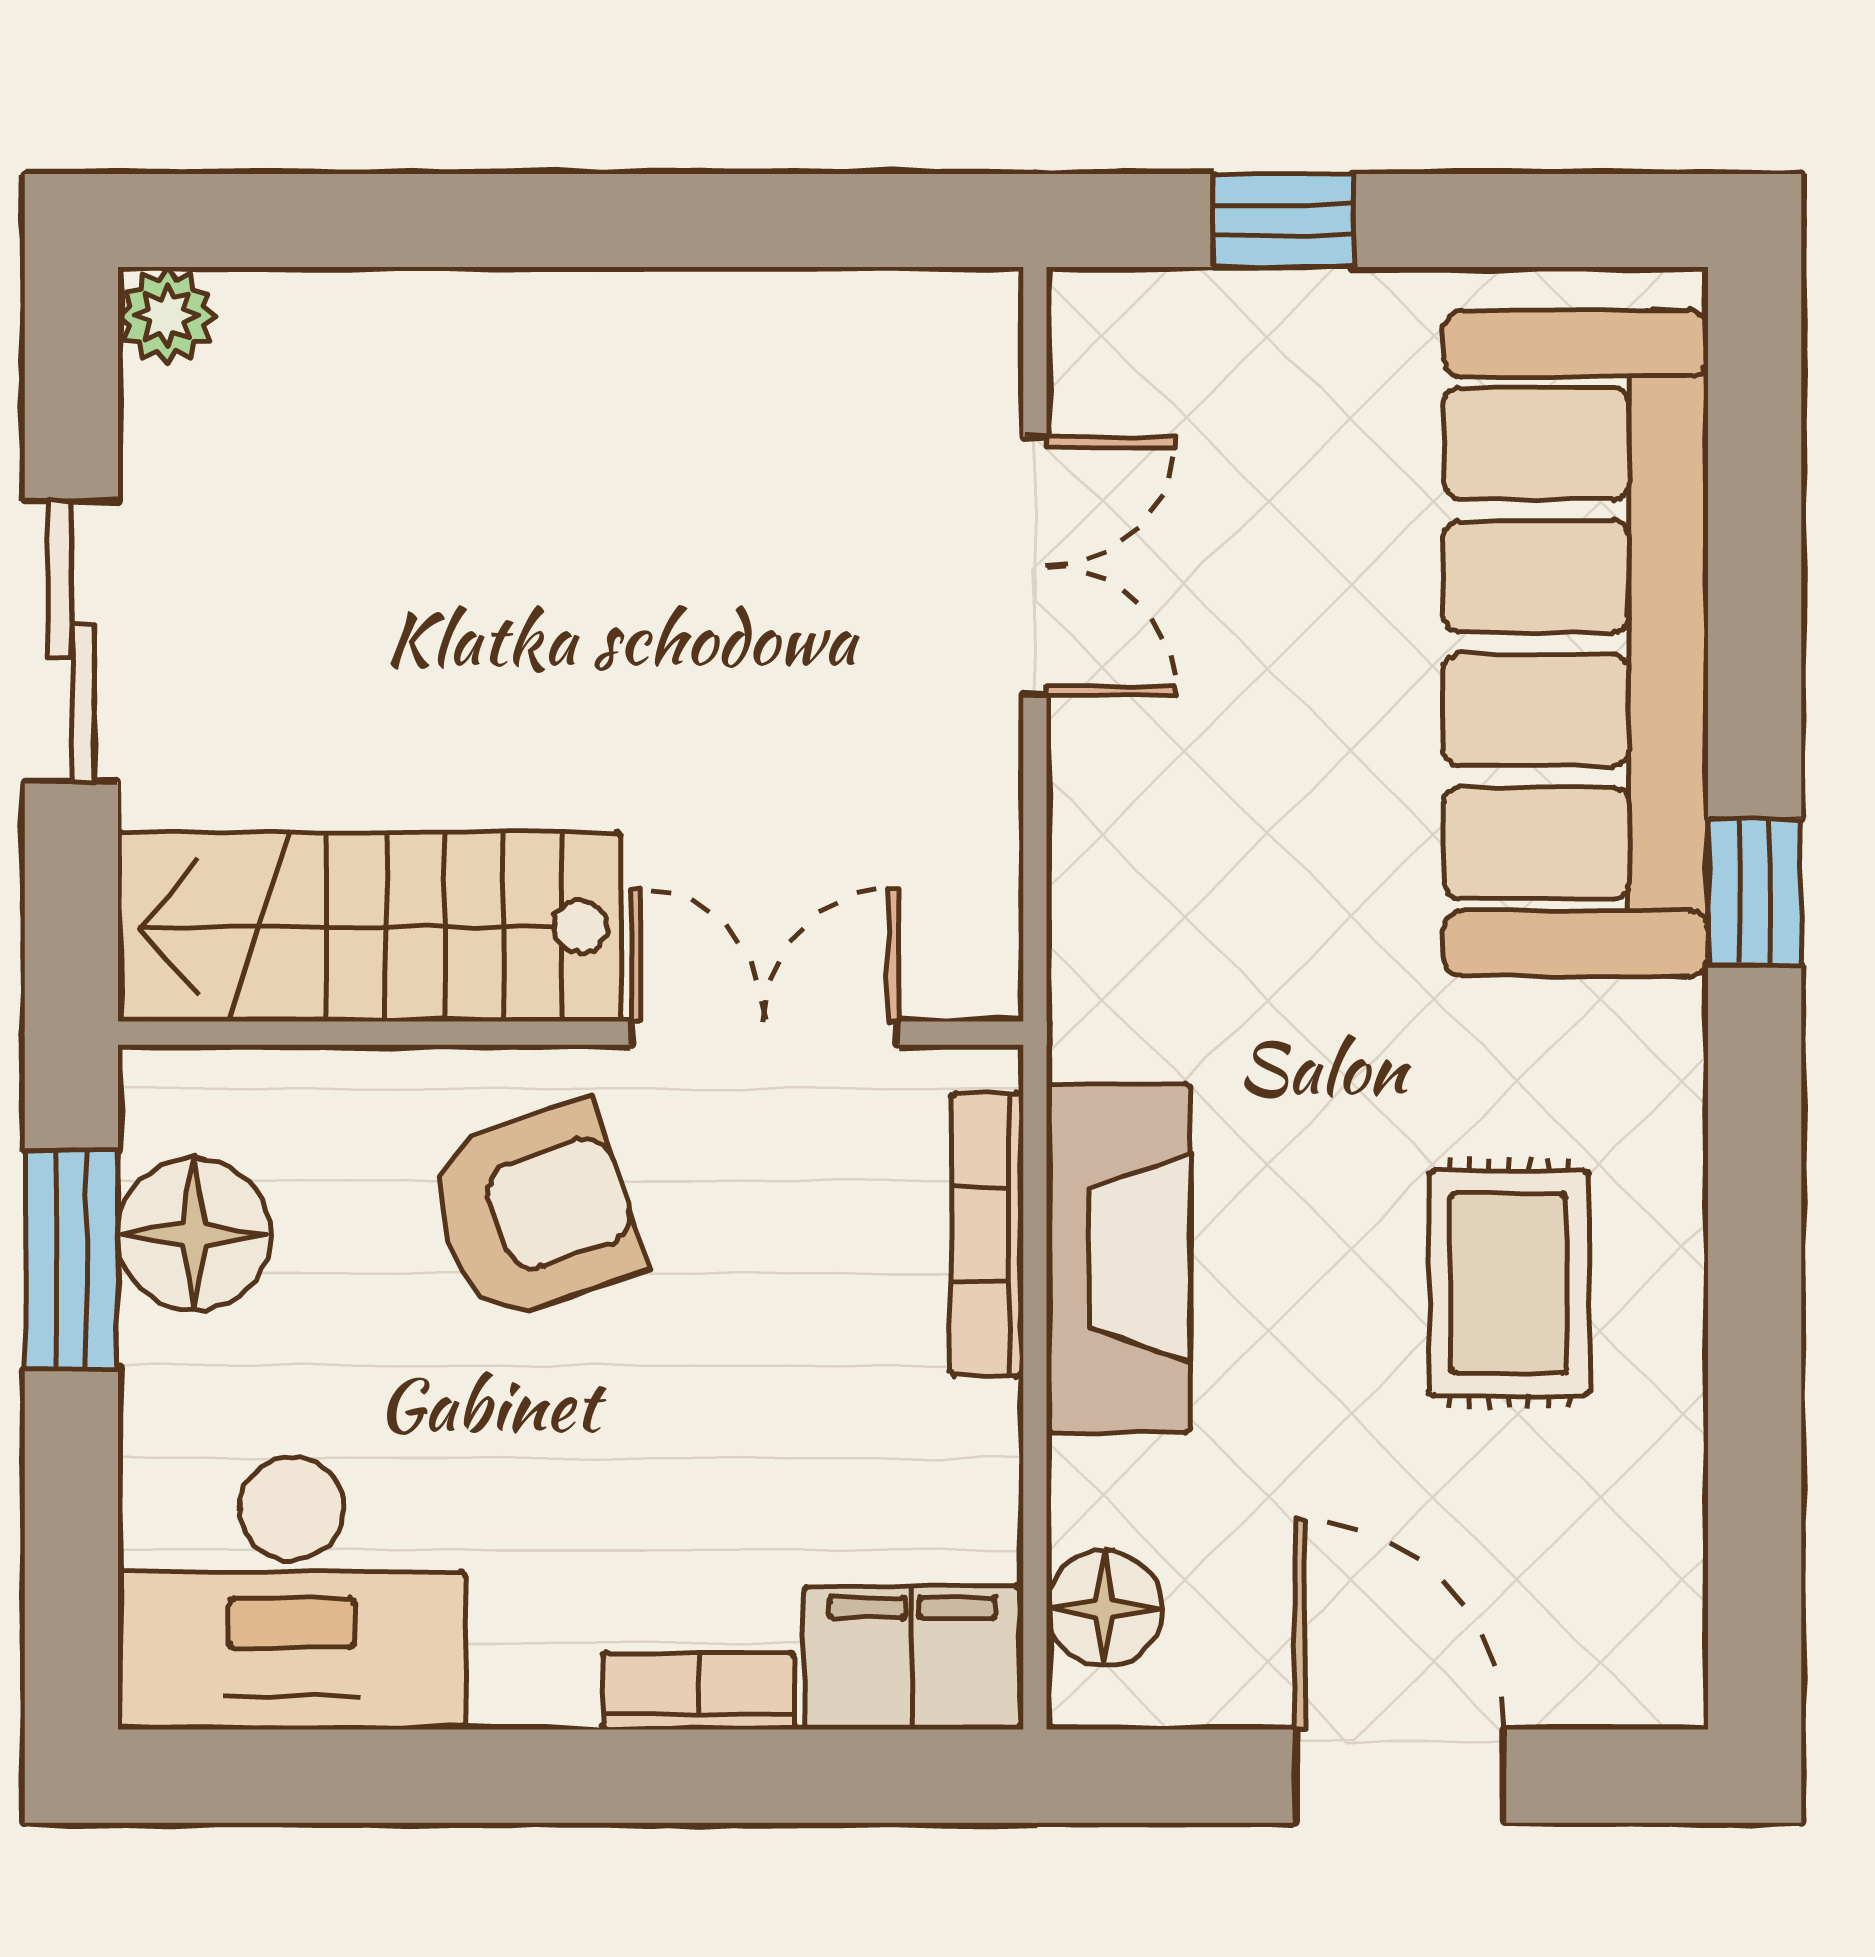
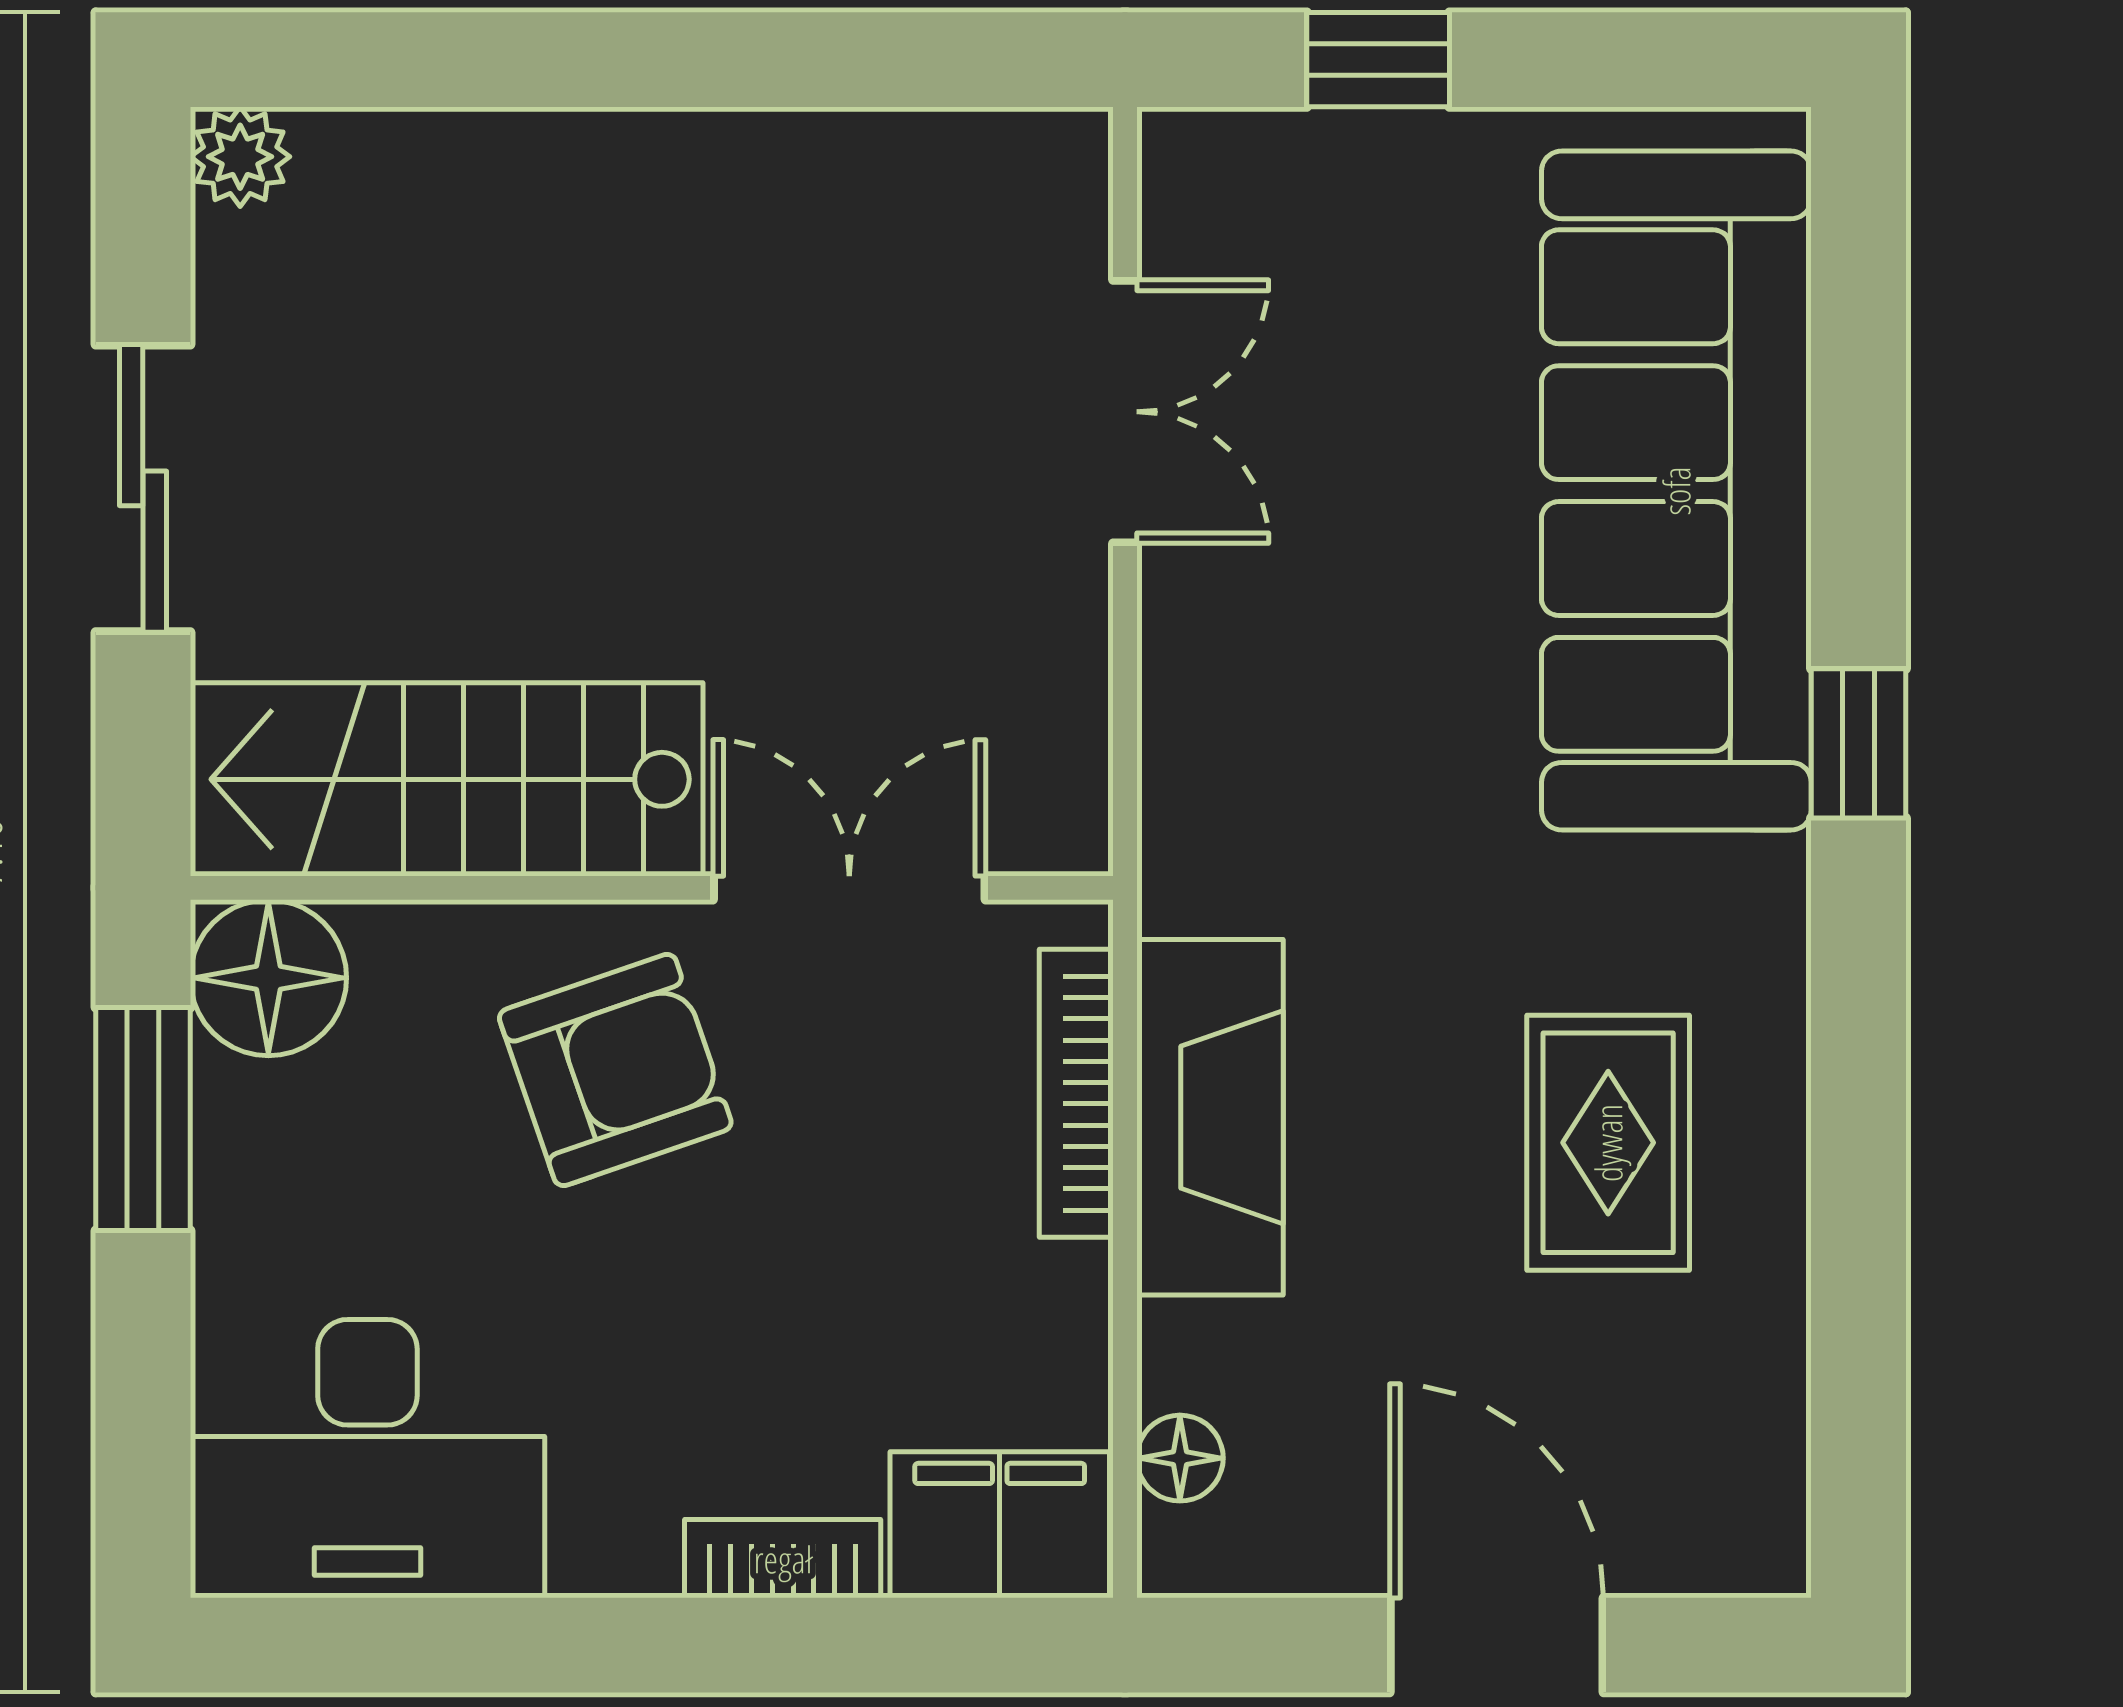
floor lamp: (194, 1235) -> (268, 978), moved
floor lamp: (1105, 1608) -> (1180, 1458), width x0.73, depth x0.73

